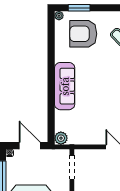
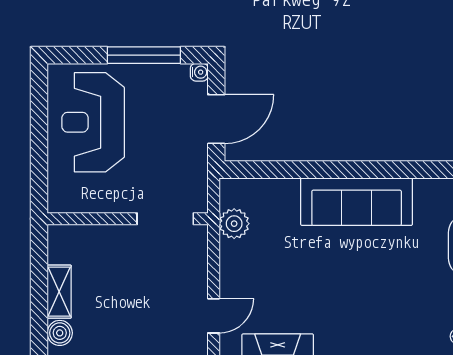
plant: (61, 138) -> (234, 224), moved

